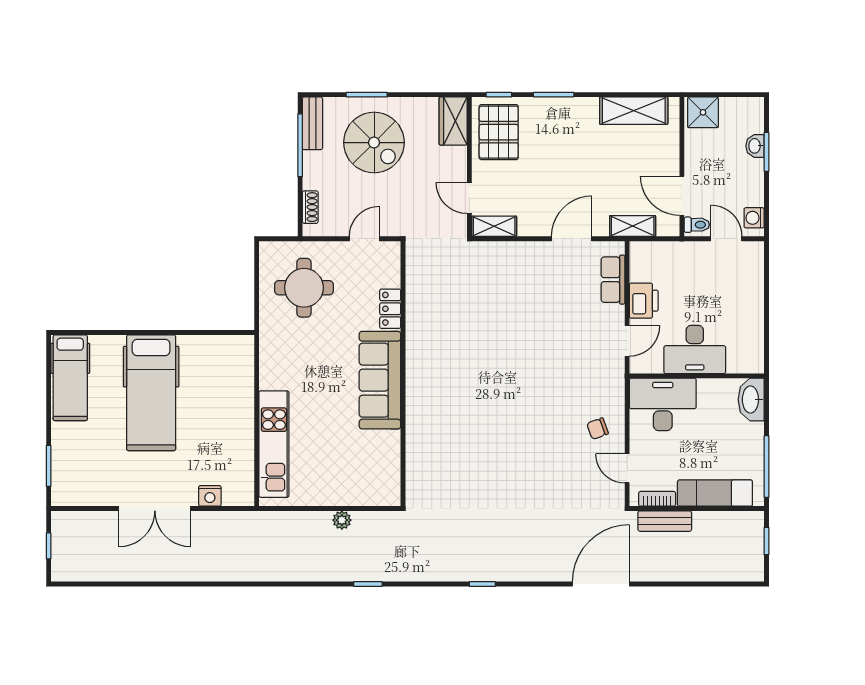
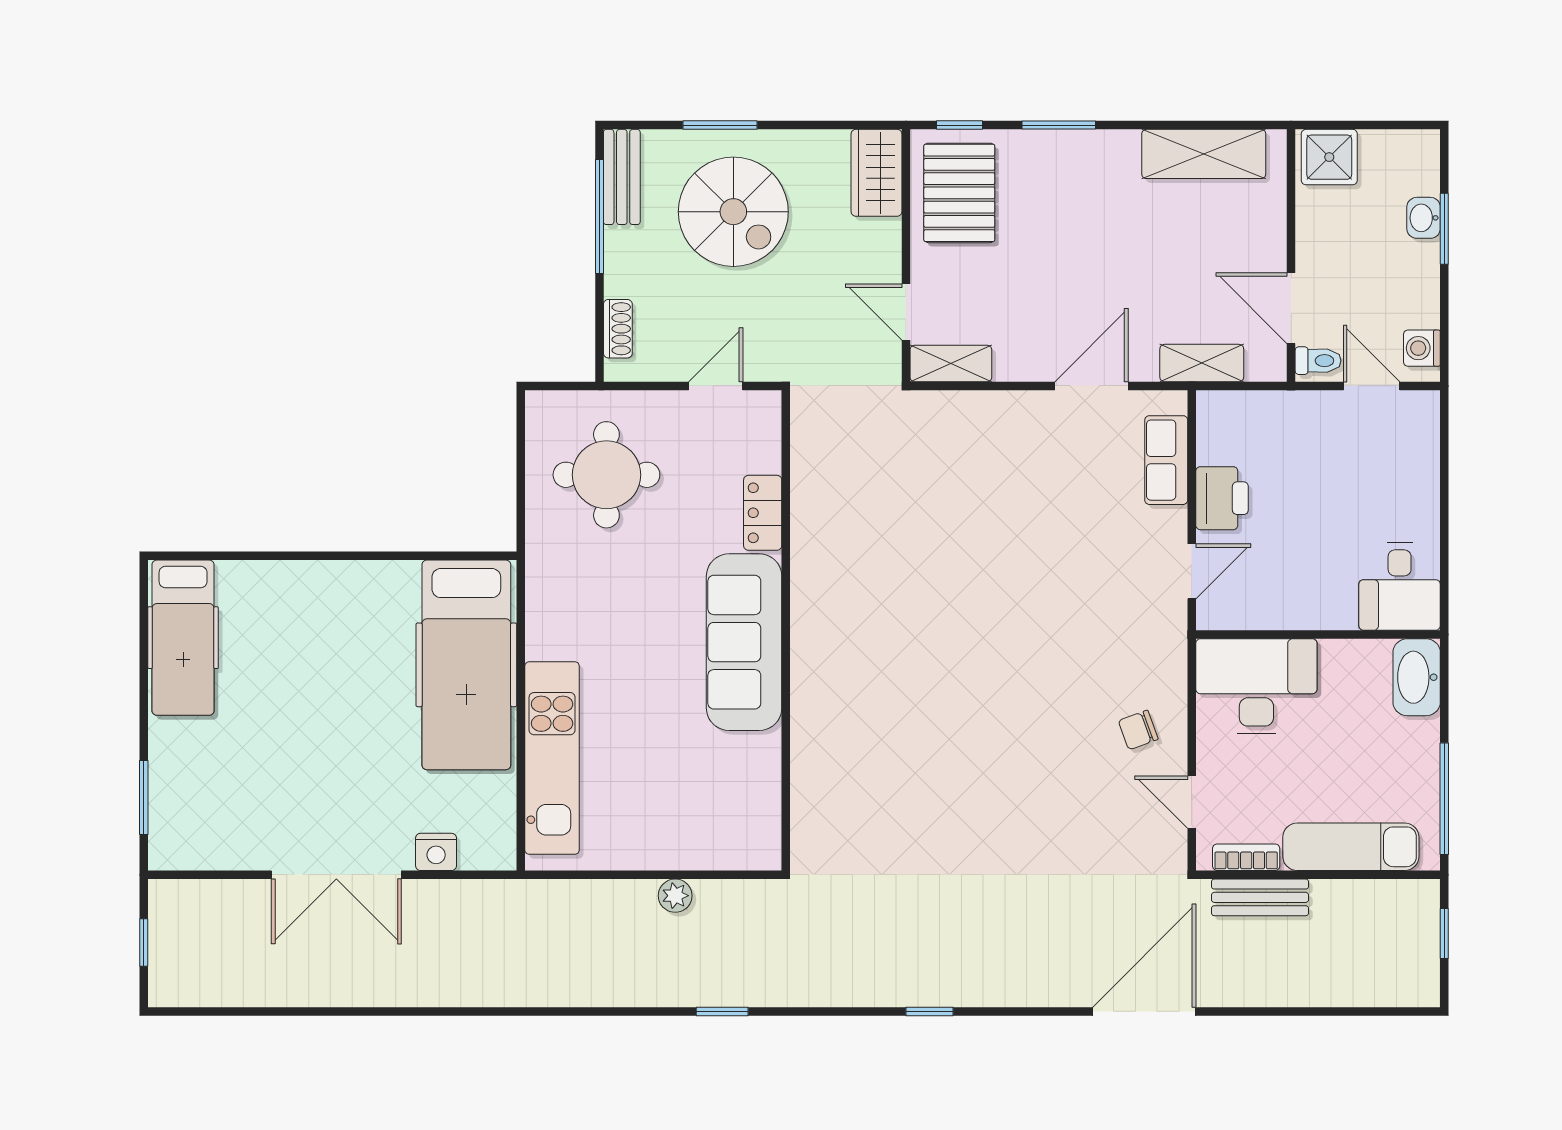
desk: (695, 349) -> (1400, 587), moved, width x0.73
hospital bed: (151, 393) -> (466, 665), moved

